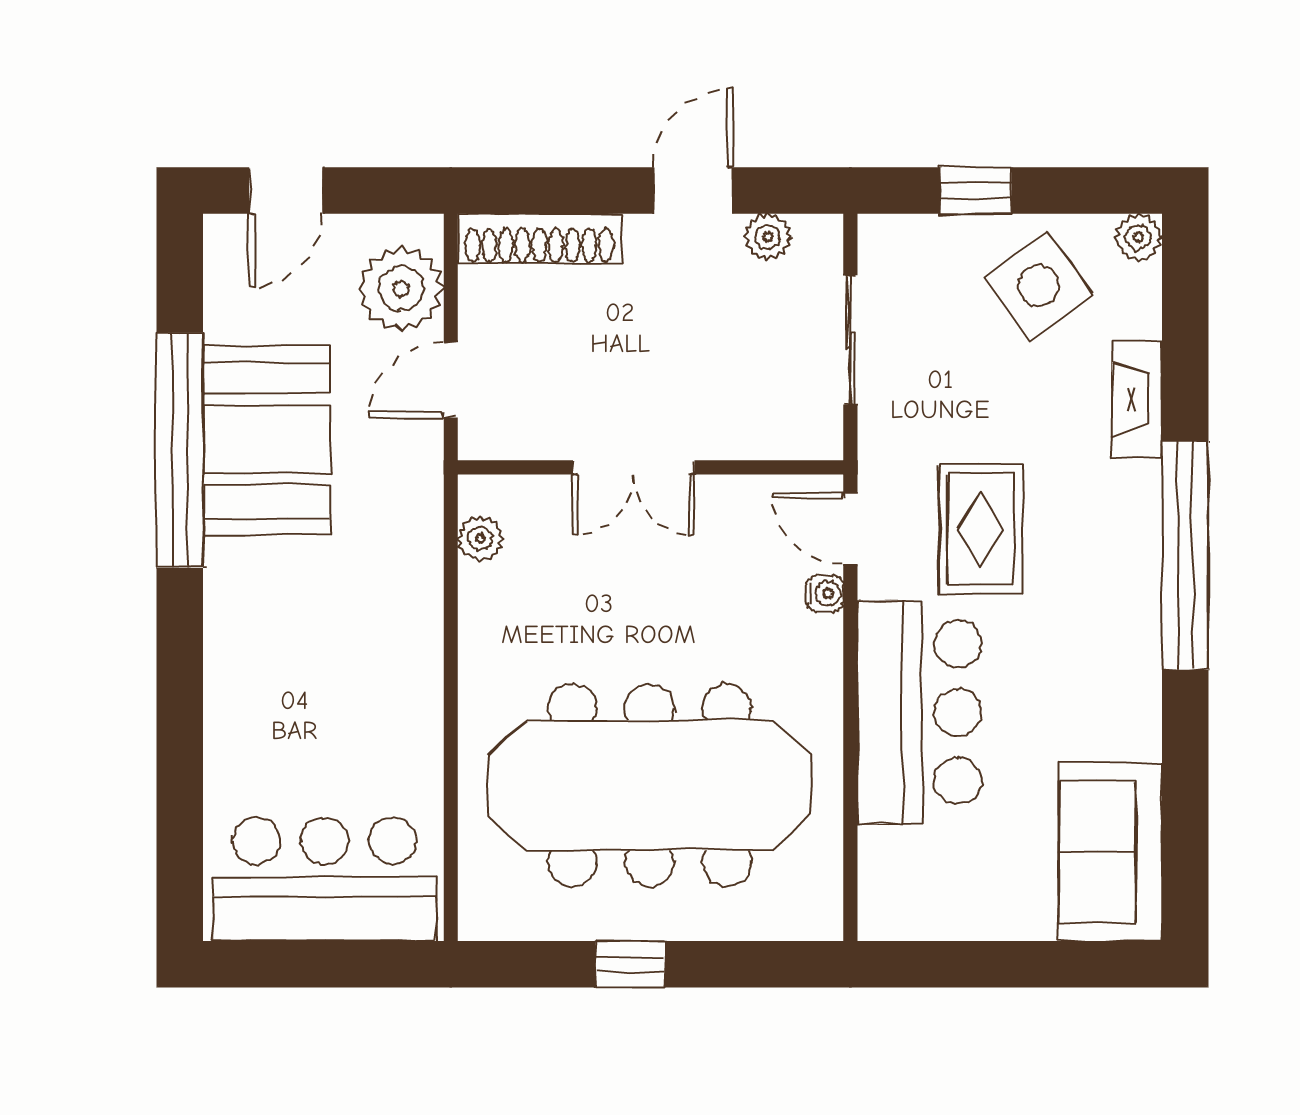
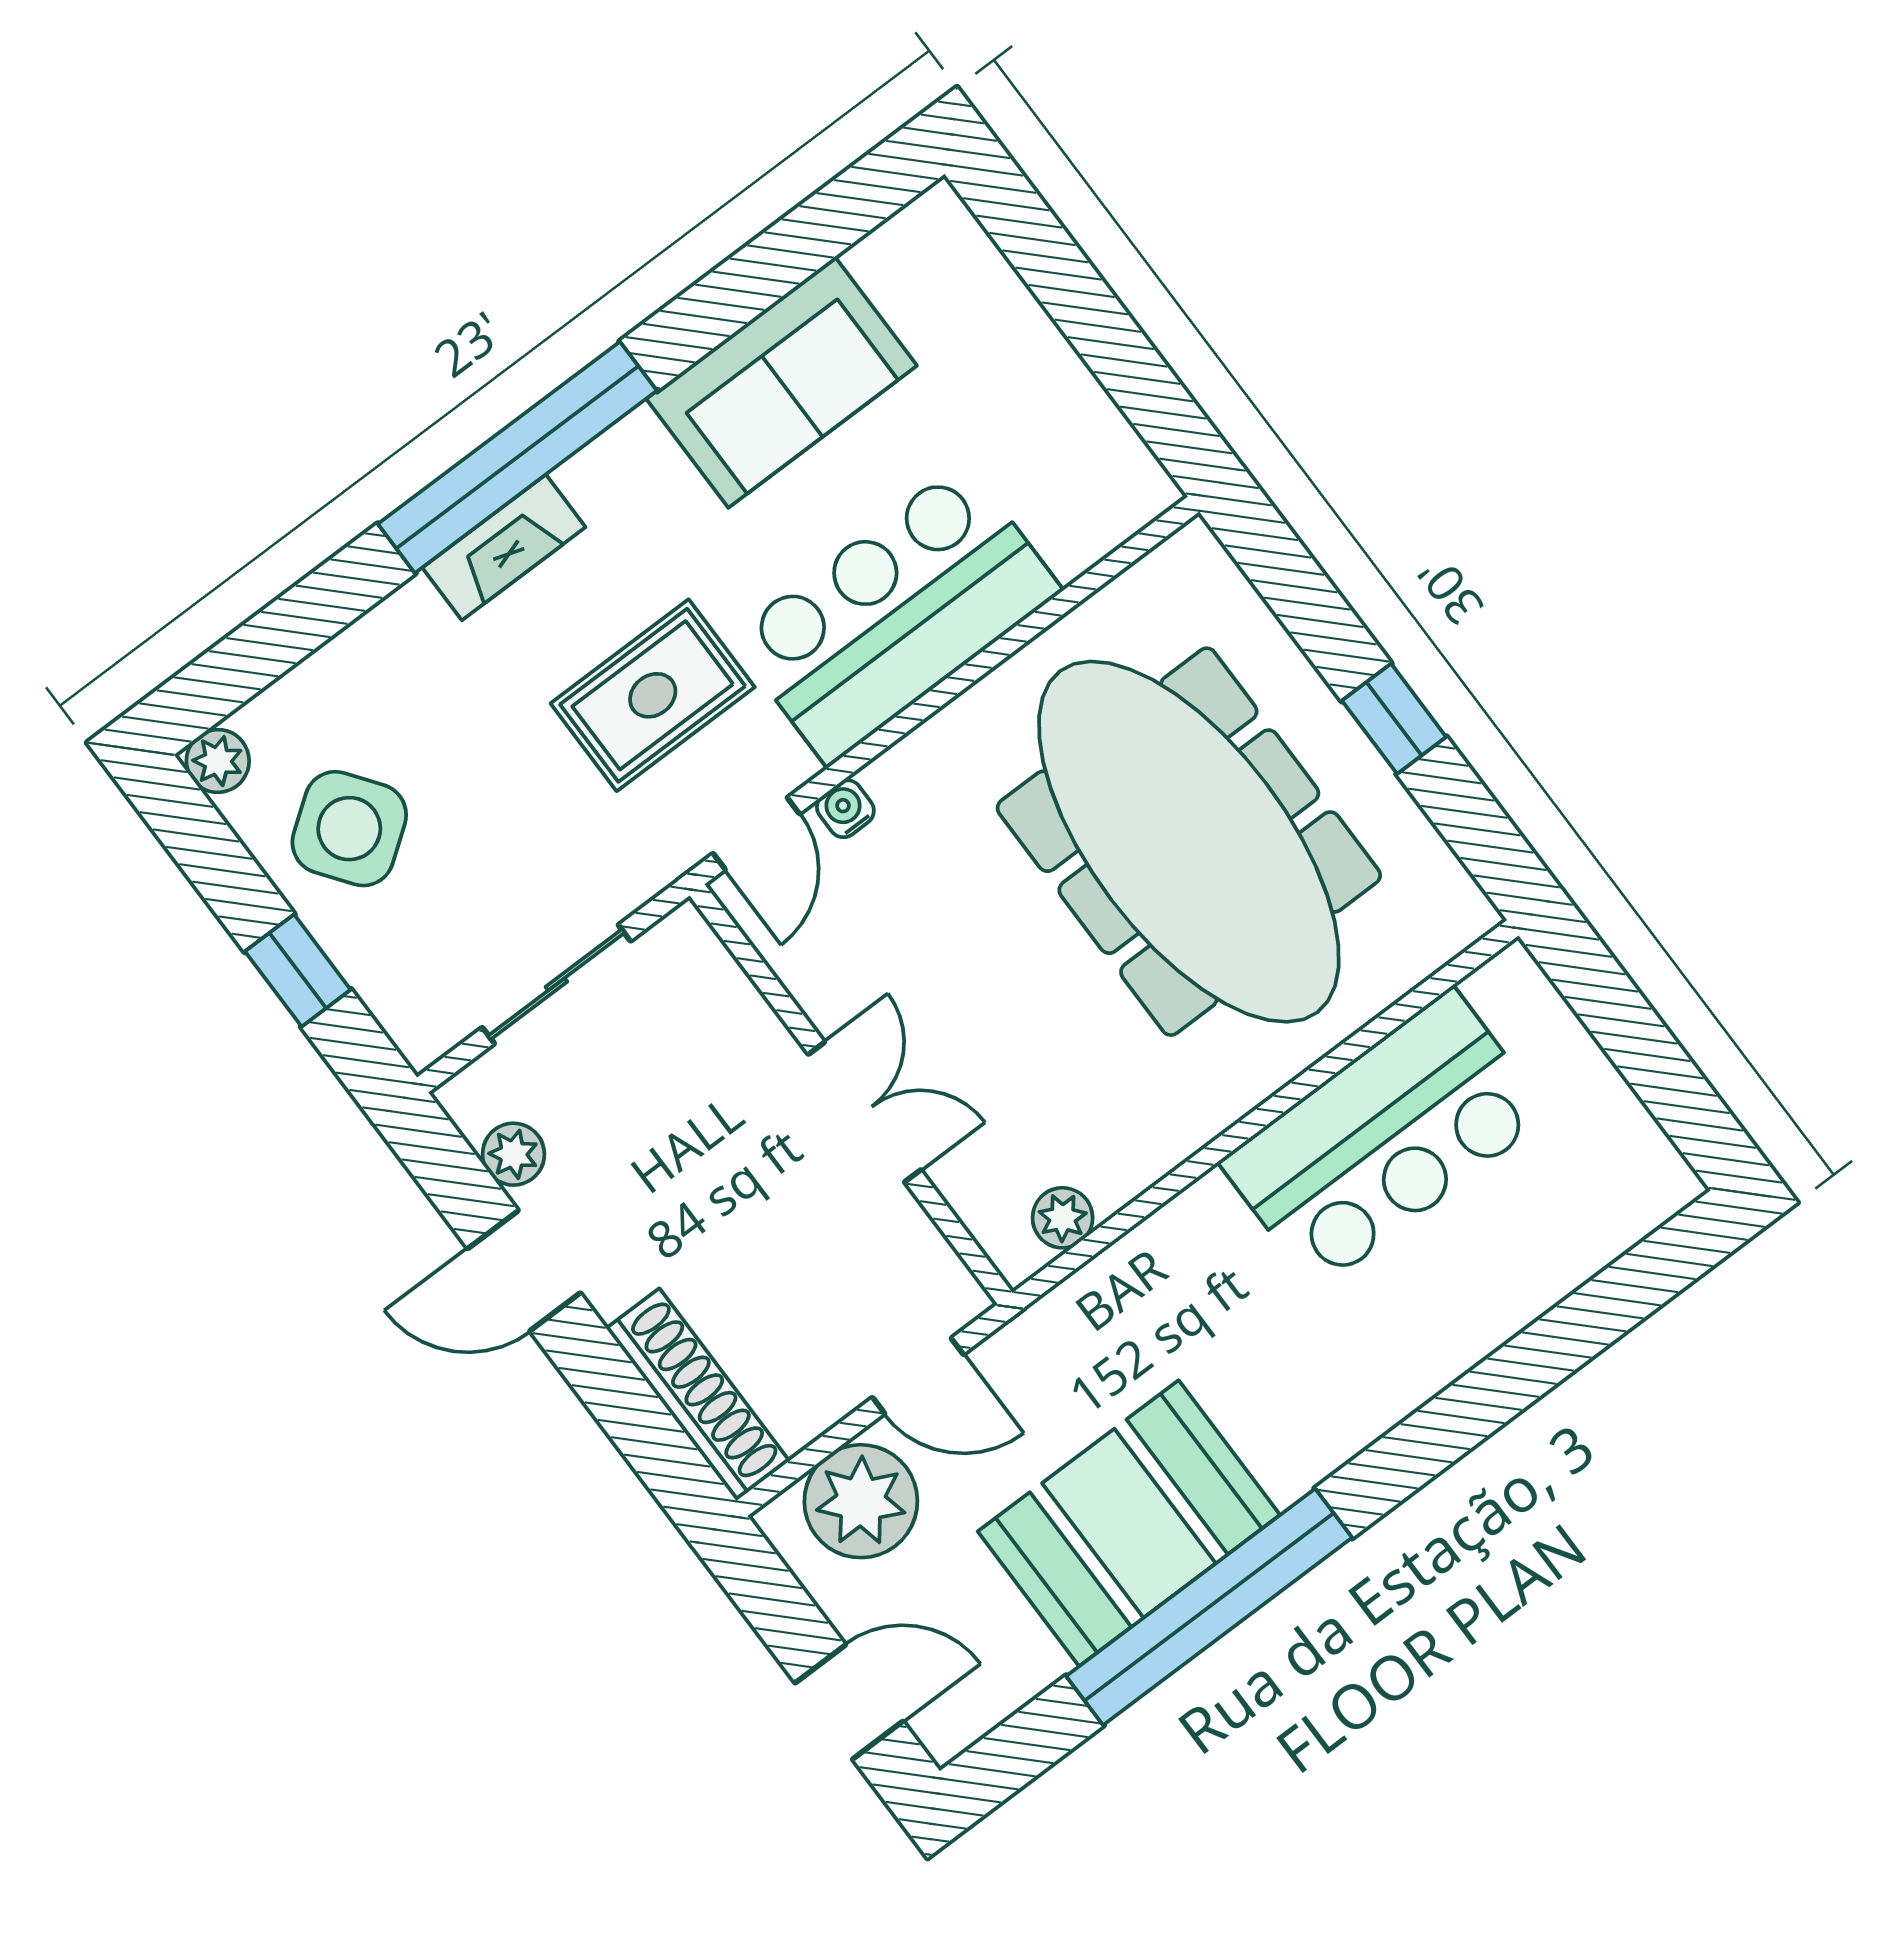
fireplace: (1137, 399) -> (504, 547), moved
sofa: (1111, 852) -> (782, 382), moved
bar counter: (325, 879) -> (1384, 1139), moved, turned -90

